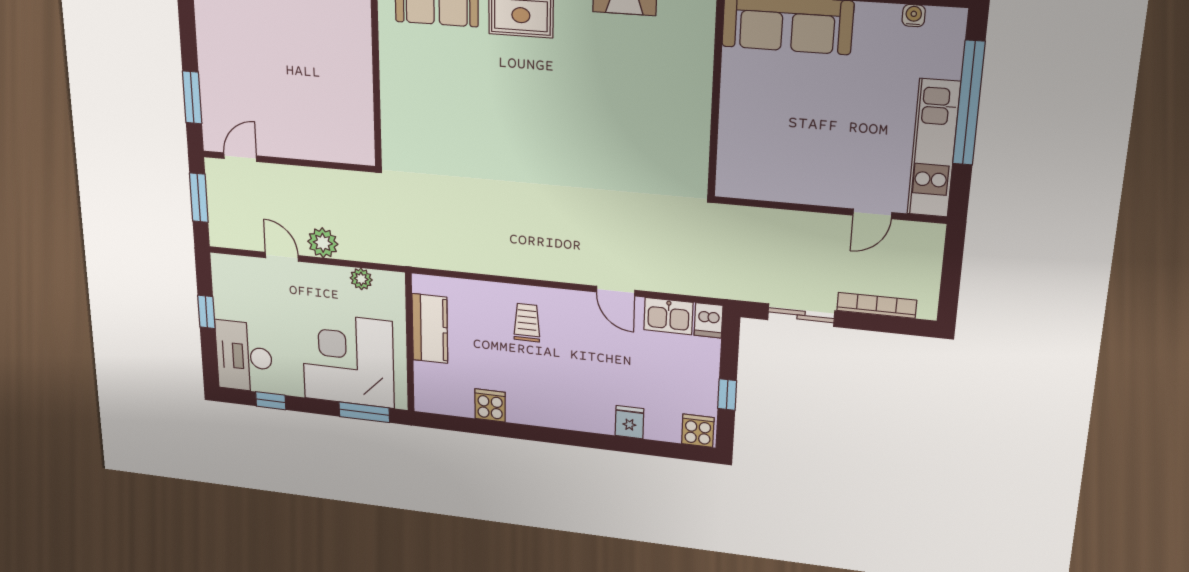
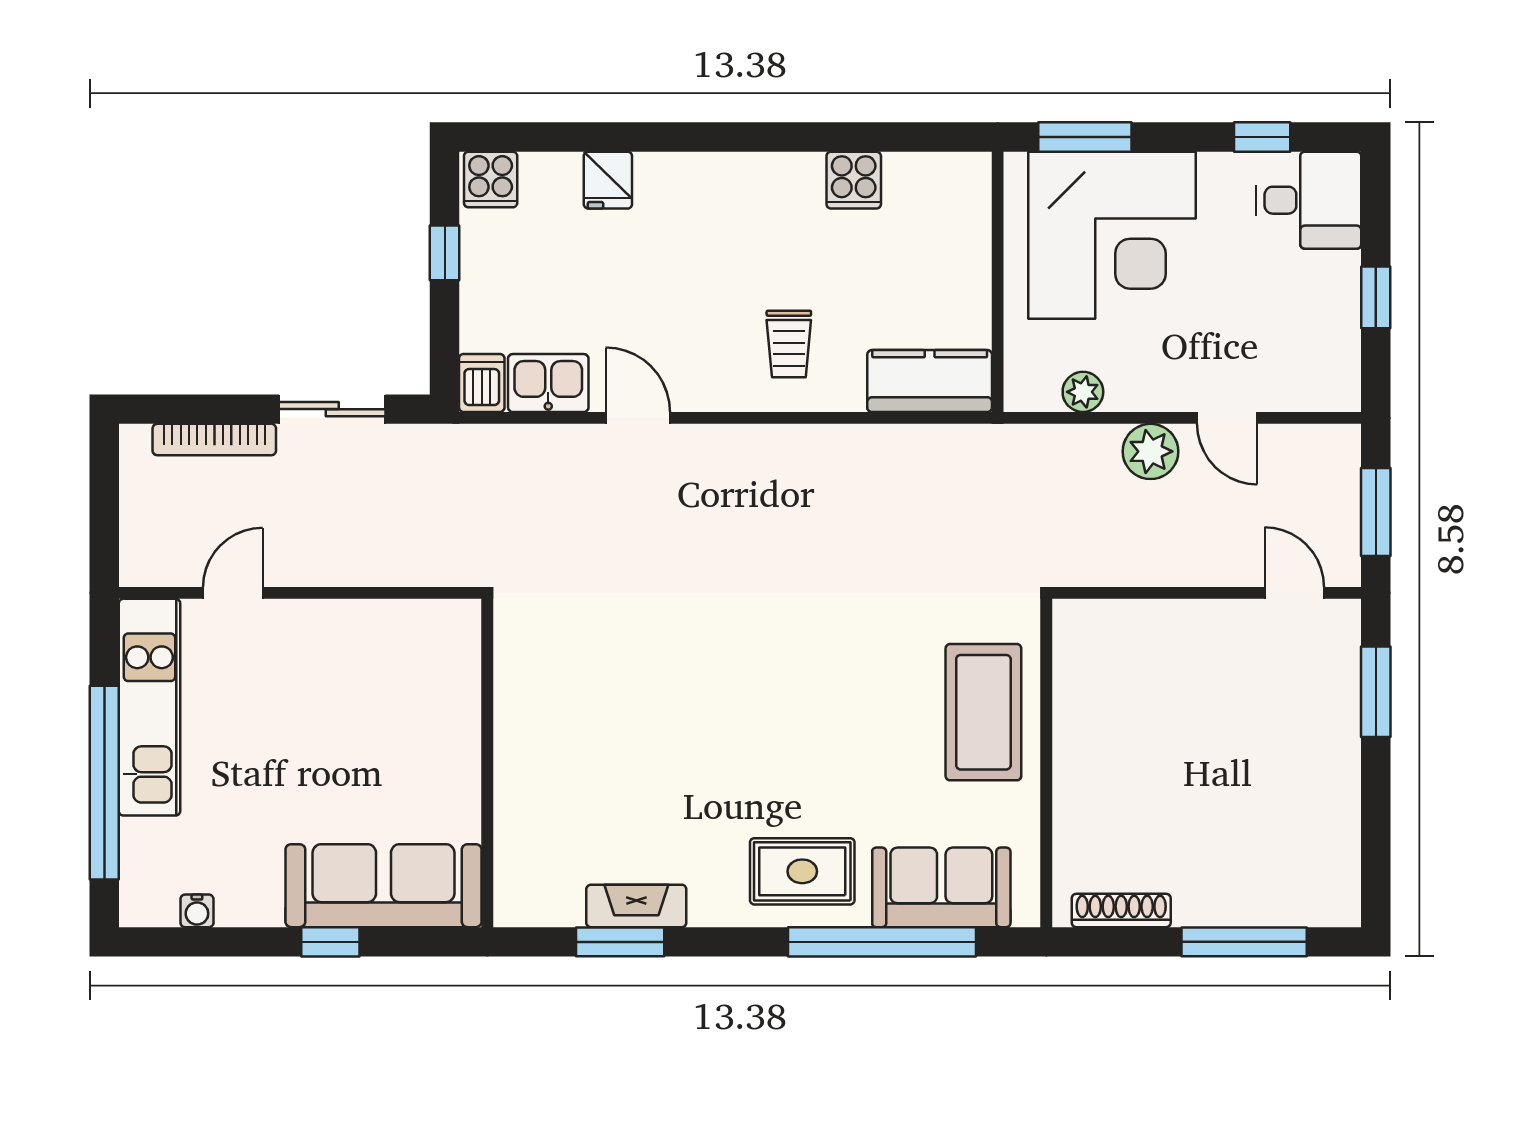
coffee table: (413, 104) -> (983, 712), added
door: (240, 157) -> (1294, 593), swing flipped
kitchen counter: (430, 329) -> (930, 381), moved, turned 90
desk: (244, 357) -> (1309, 200), width x0.73

